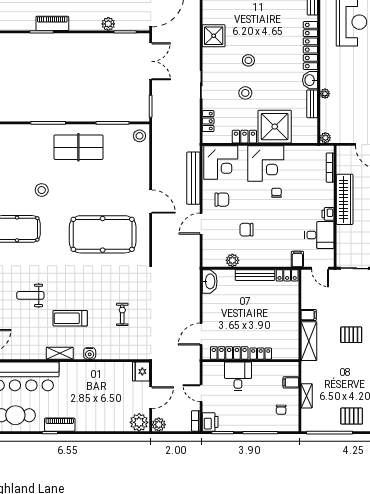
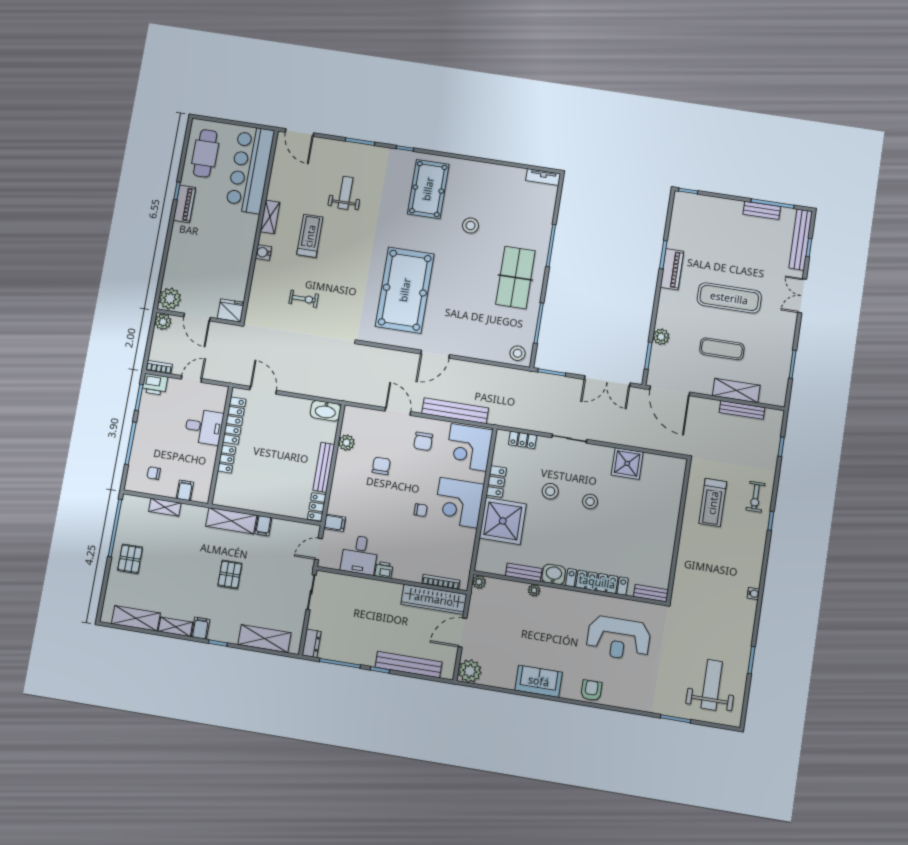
wardrobe: (345, 199) -> (434, 599), moved

